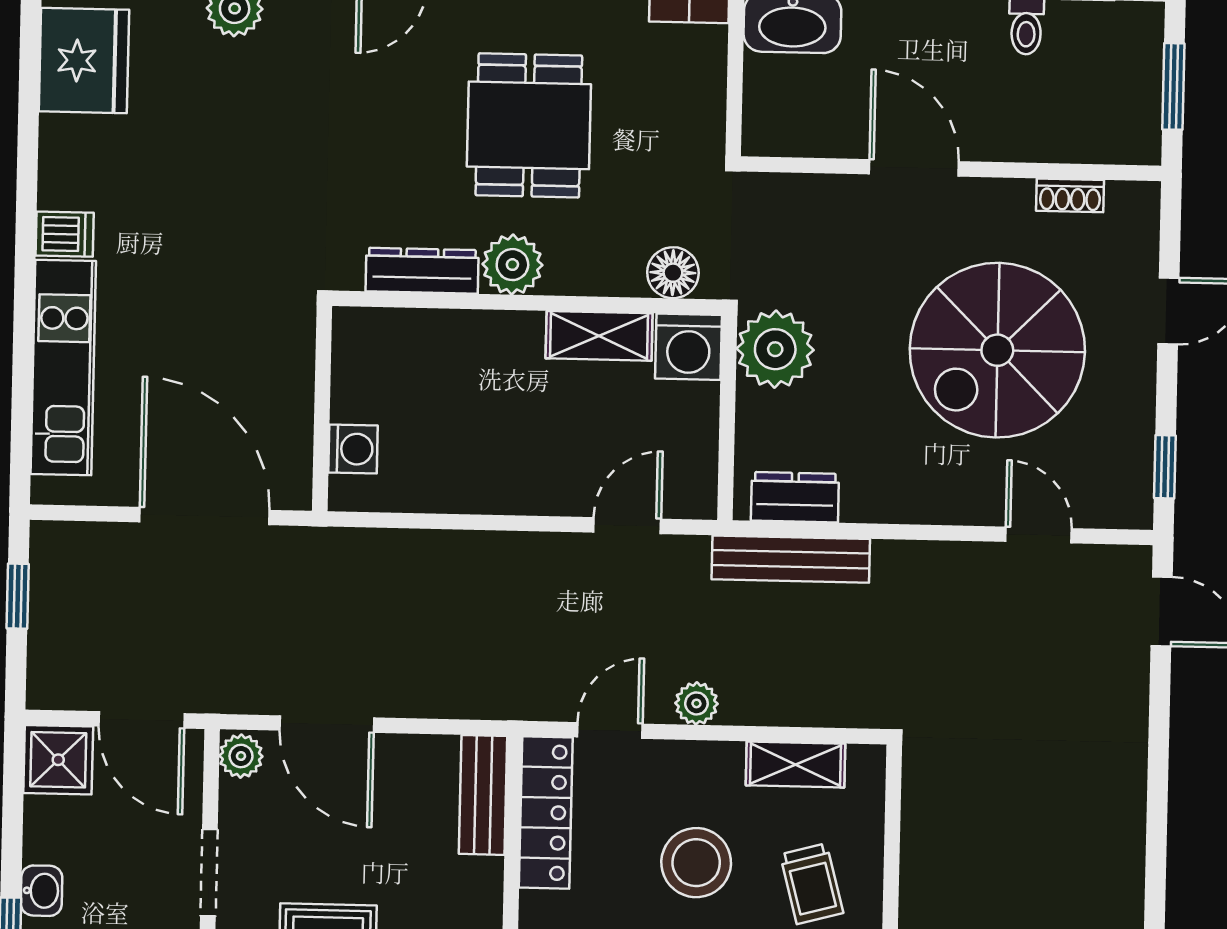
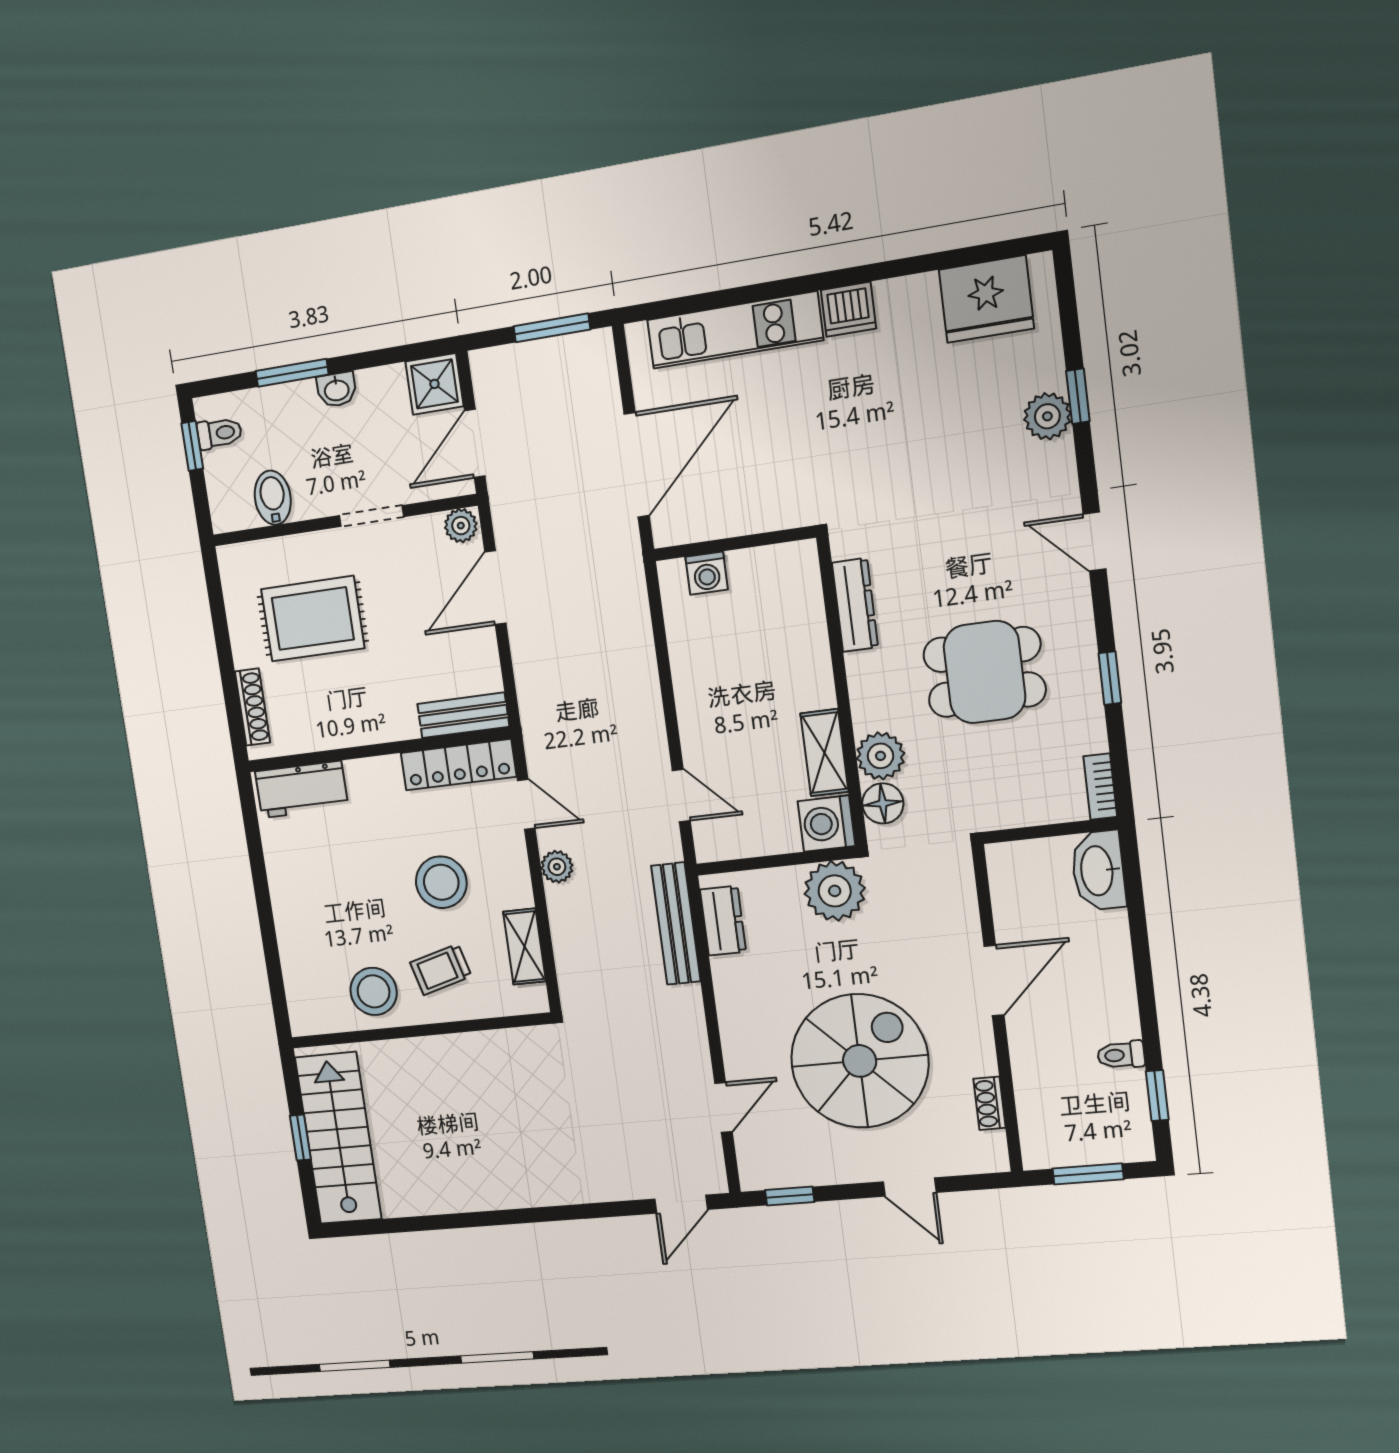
dishwasher: (65, 234) -> (848, 309), width x1.38
plant: (512, 265) -> (881, 756), moved
spiral stairs: (997, 350) -> (860, 1061), turned 90
window: (18, 596) -> (552, 328), width x1.50

